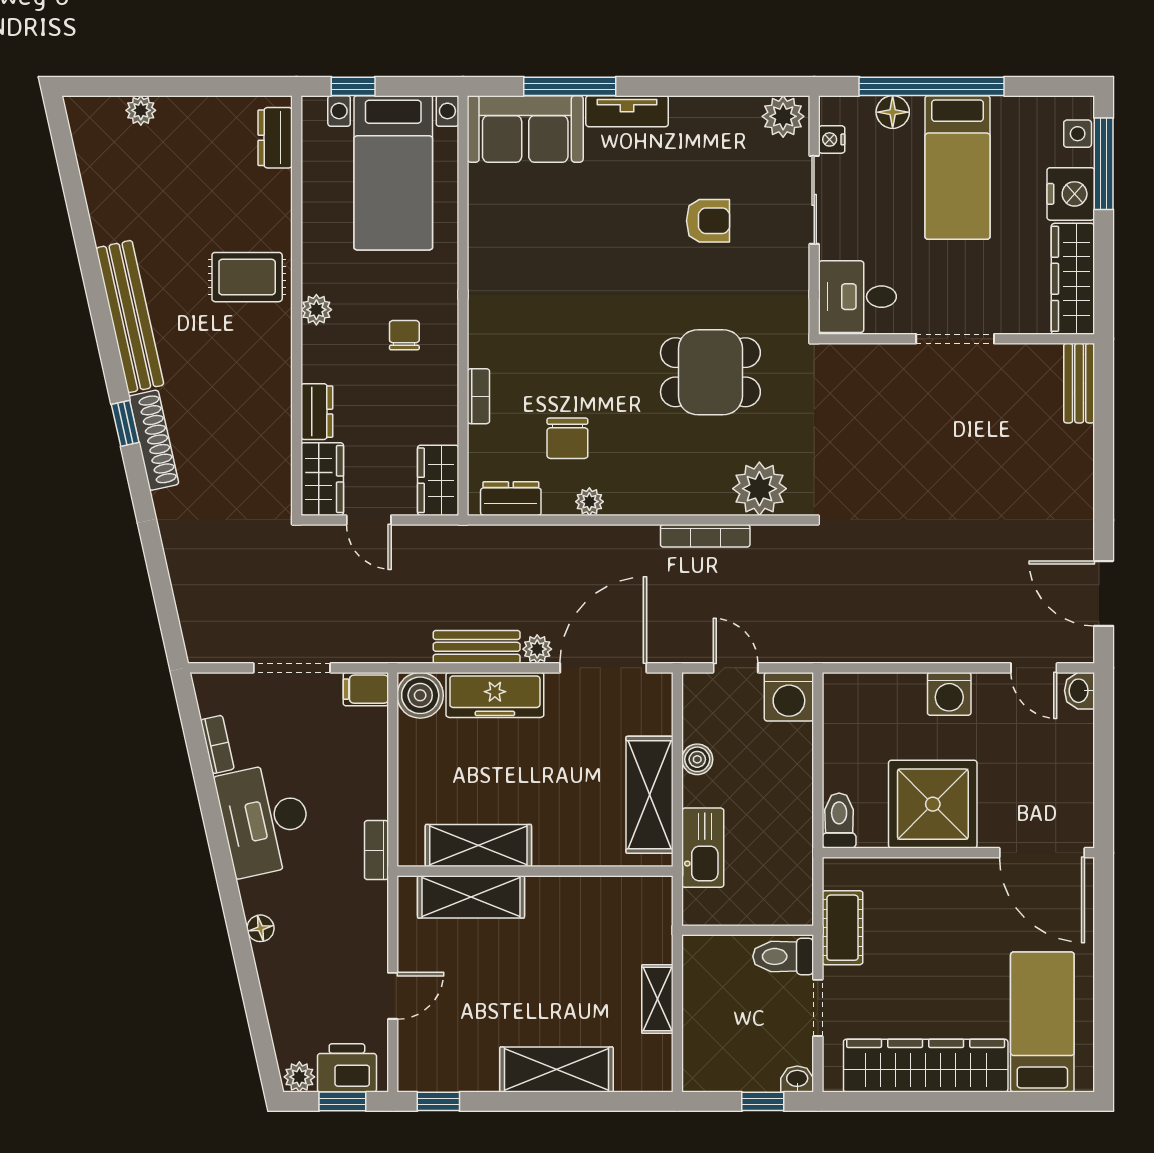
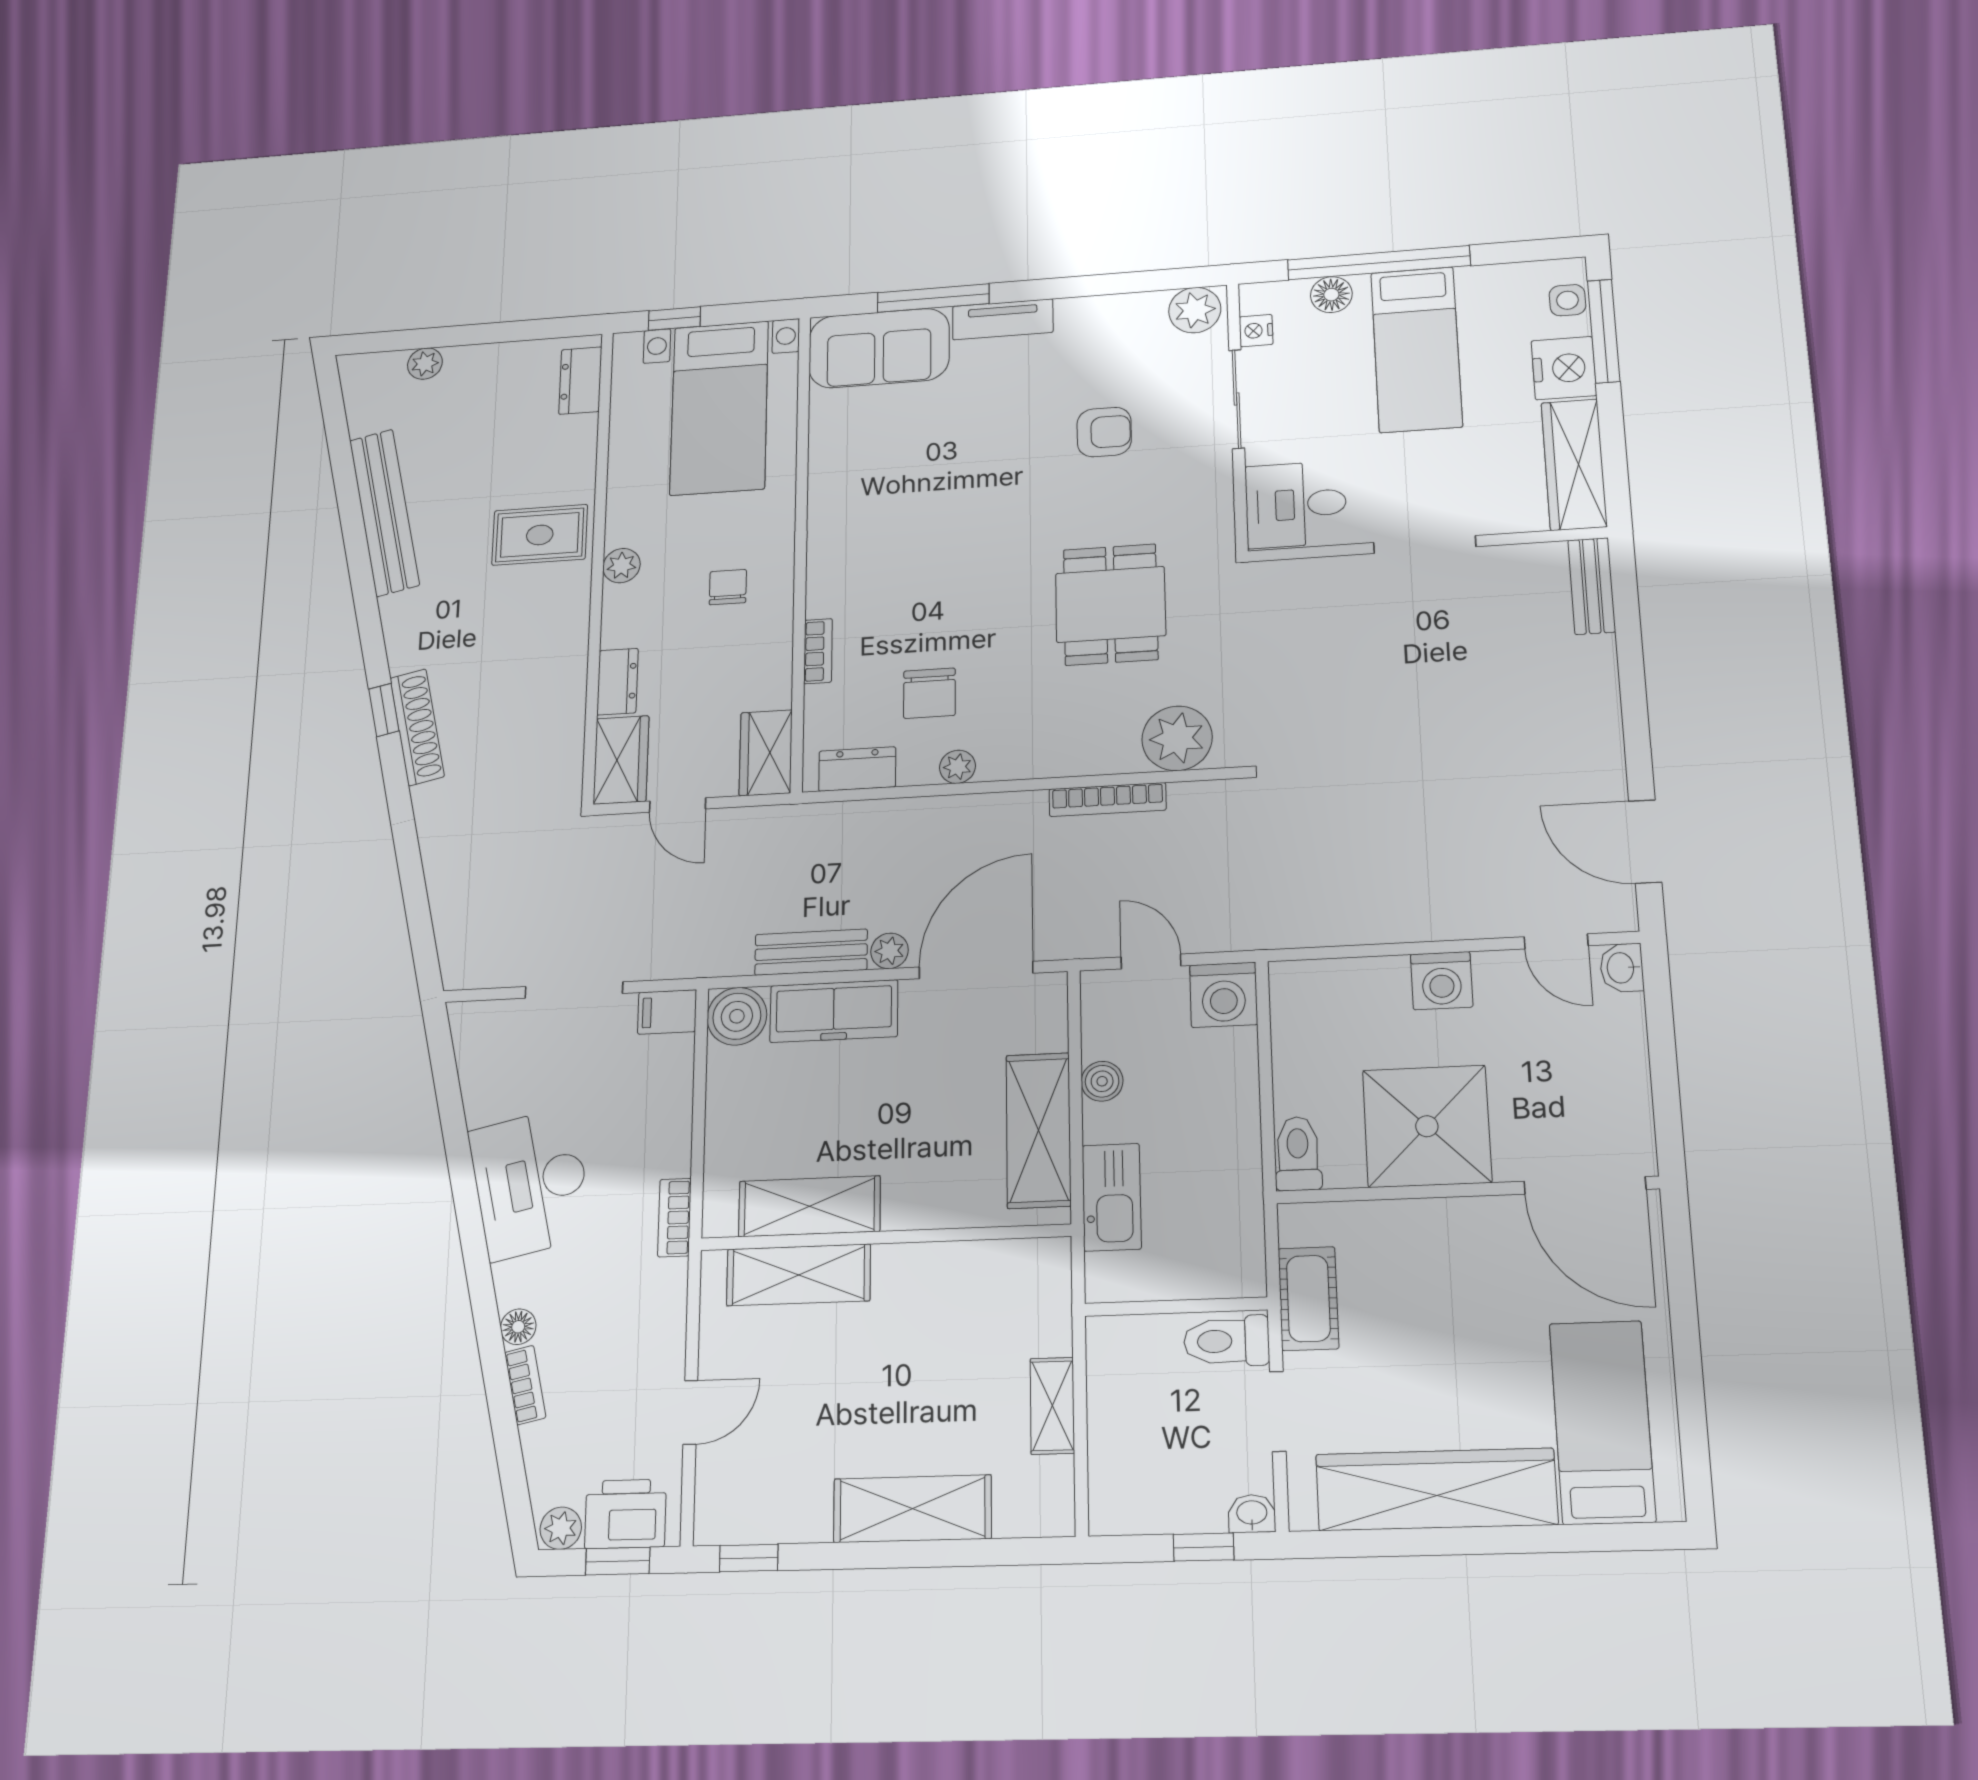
bench: (130, 316) -> (384, 512), moved
dining table: (710, 372) -> (1111, 604), turned 90
bookcase: (217, 744) -> (525, 1385), moved

